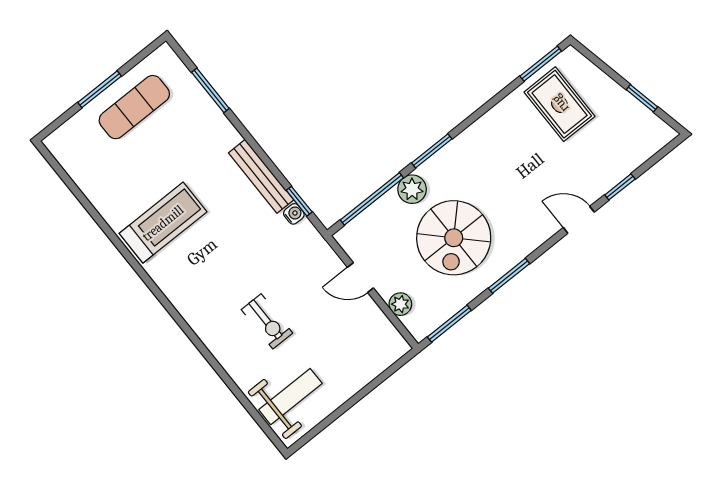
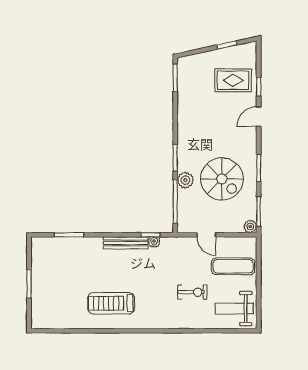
rug: (560, 104) -> (233, 80), moved
exercise mat: (134, 107) -> (233, 266), moved, turned 90
treadmill: (163, 223) -> (111, 303), turned -90
door: (360, 278) -> (206, 235), hinge flipped
plant: (400, 304) -> (250, 226), moved
weight bench: (290, 397) -> (234, 309), turned -90

